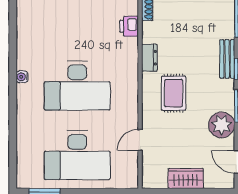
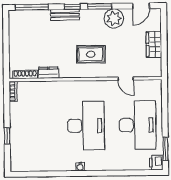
printer: (129, 26) -> (156, 163), moved, turned 90
dresser: (149, 58) -> (48, 73), moved

